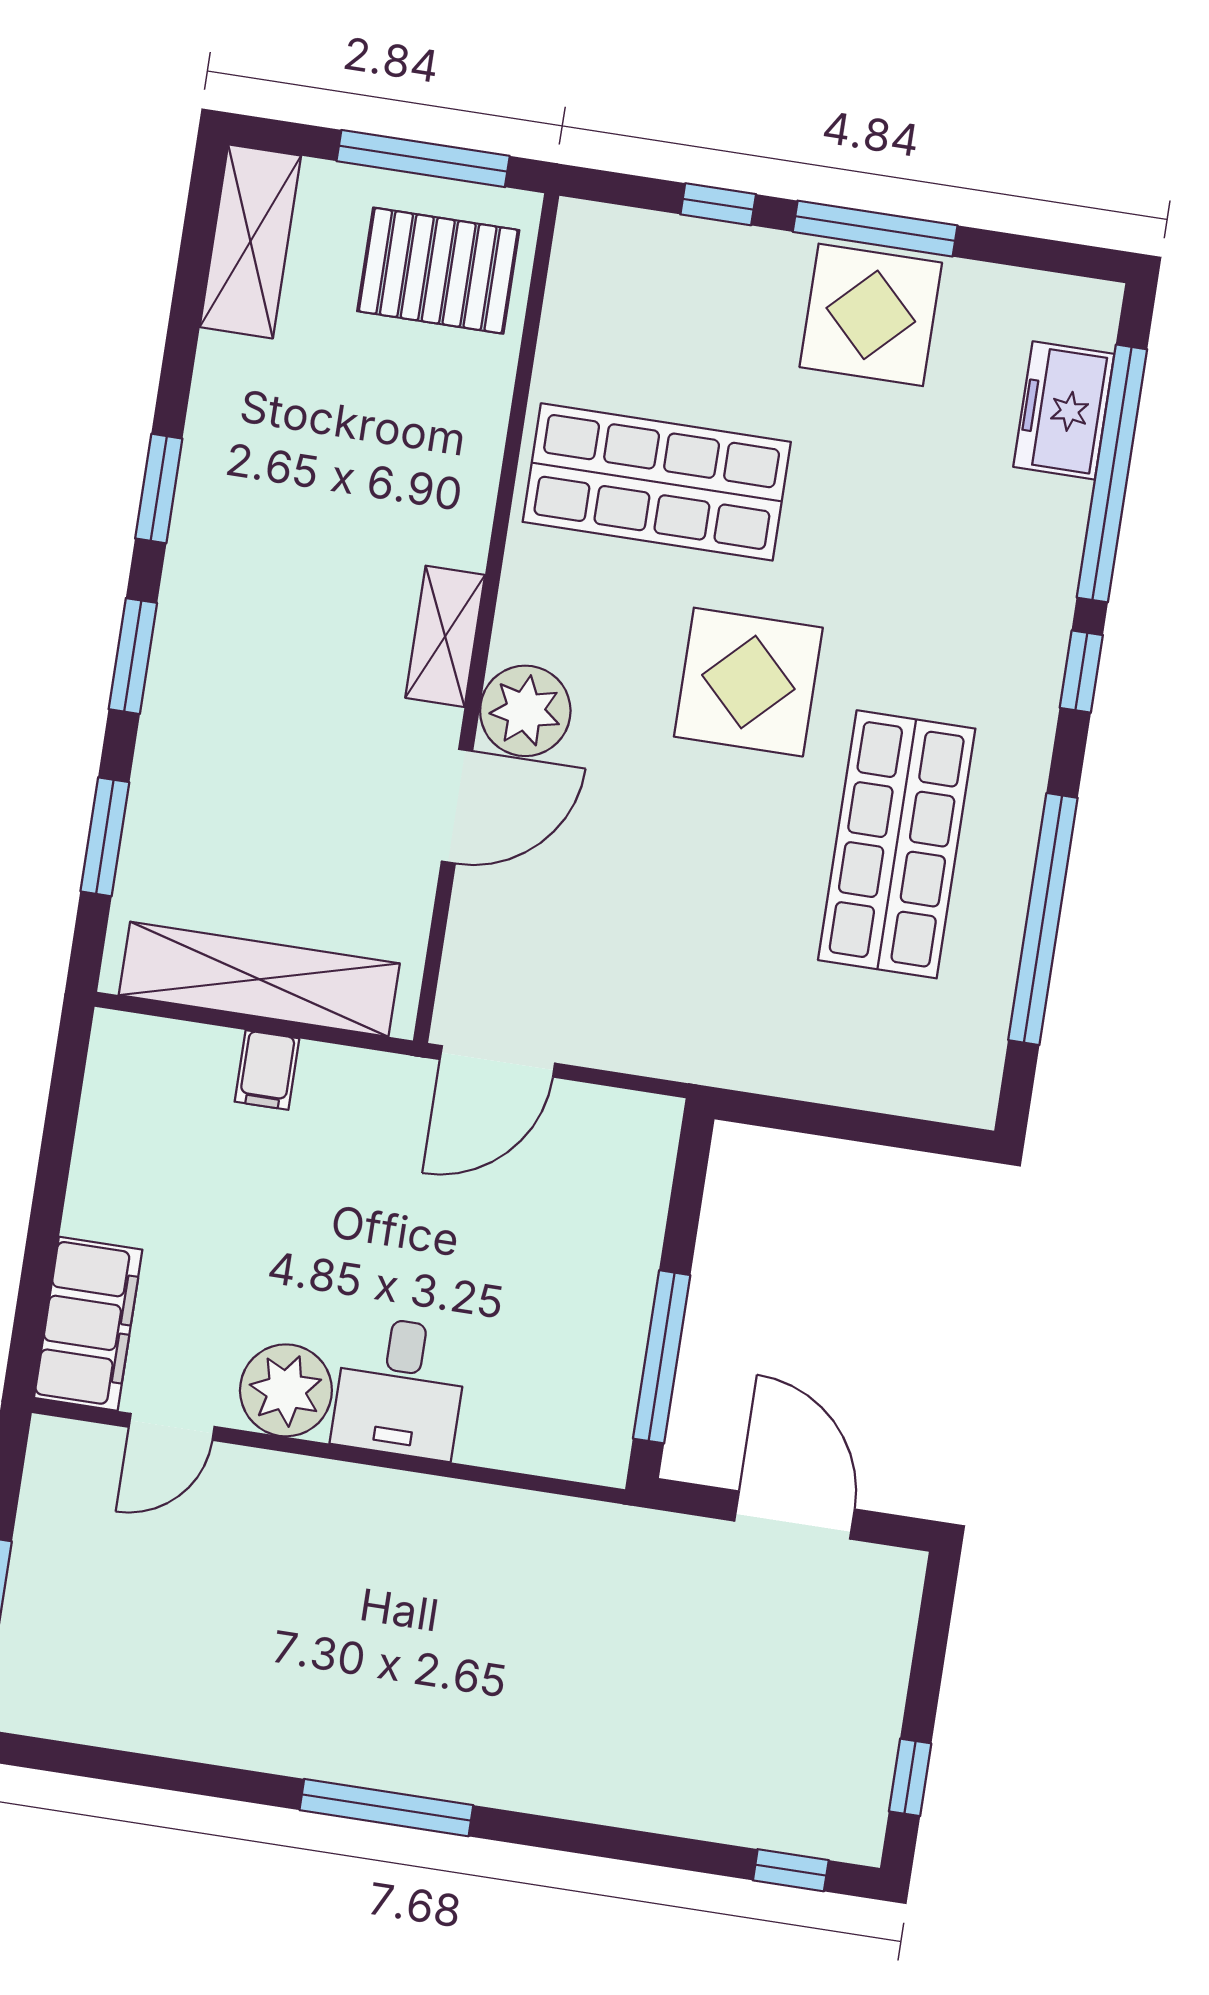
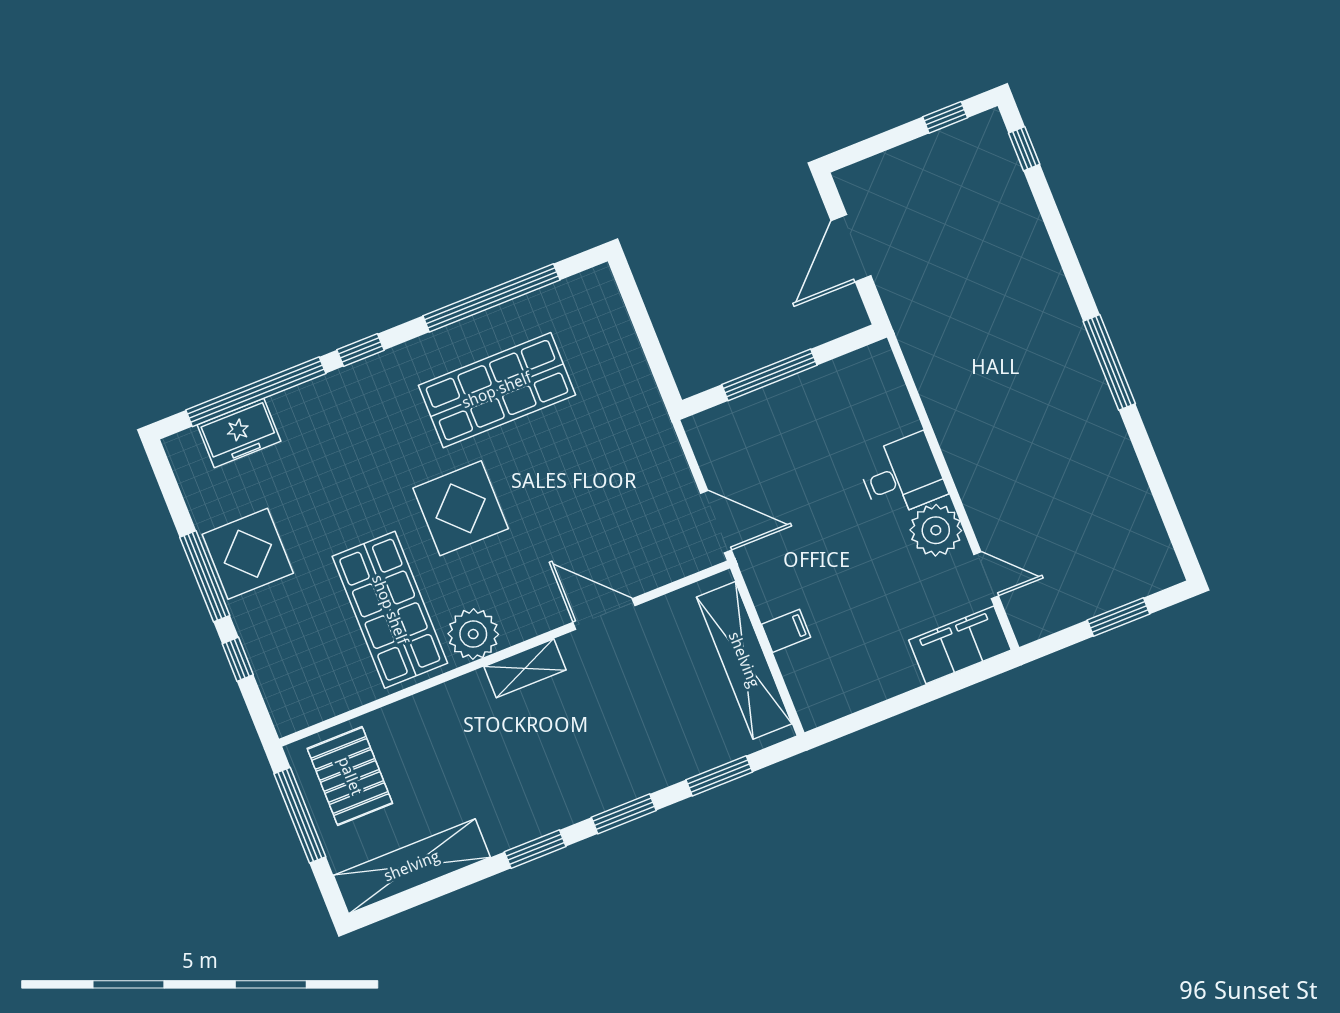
shelving: (250, 241) -> (412, 866), width x1.47
plant: (525, 711) -> (473, 634), moved
window: (662, 1357) -> (769, 375), moved

